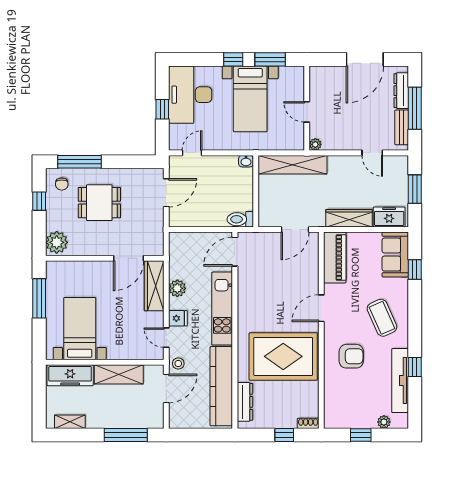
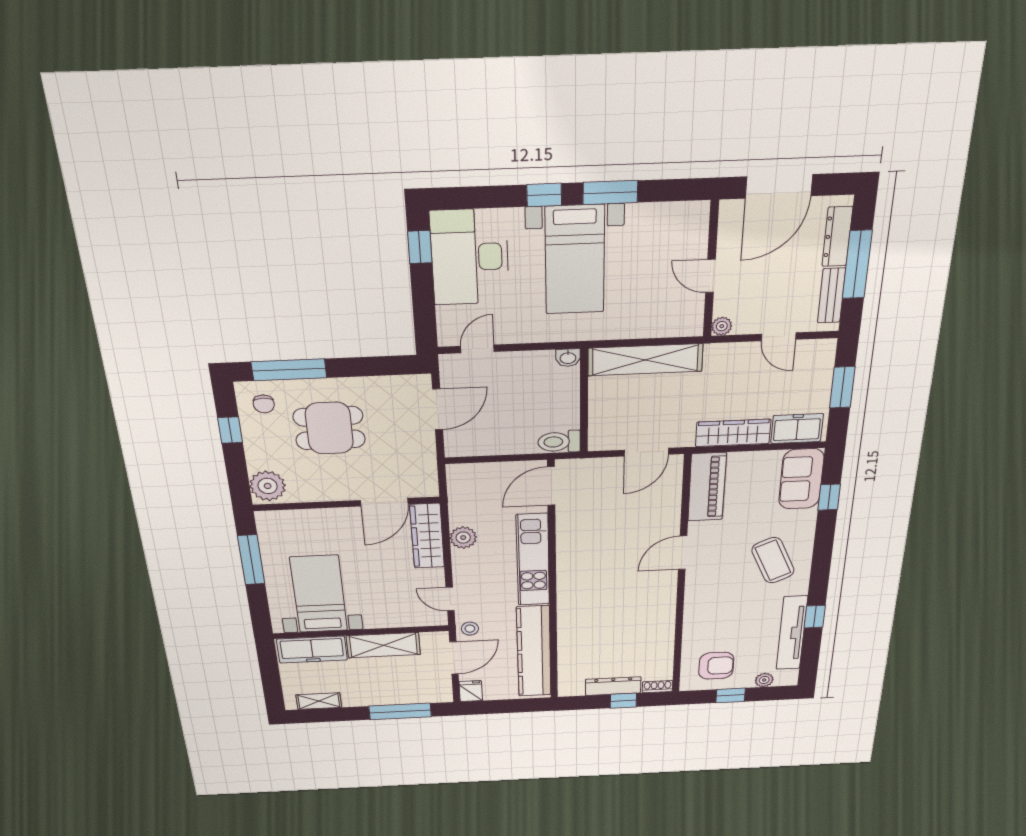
wall: (307, 108) -> (711, 270), moved
window: (162, 109) -> (420, 247), moved
door: (307, 112) -> (710, 276), moved
plant: (315, 144) -> (722, 326), moved
fridge: (178, 318) -> (471, 691), moved, turned -90
rug: (283, 356) -> (624, 613), removed
armchair: (351, 356) -> (716, 666), moved
dresser: (245, 402) -> (613, 686), moved, turned -90

